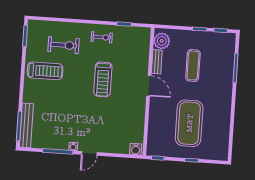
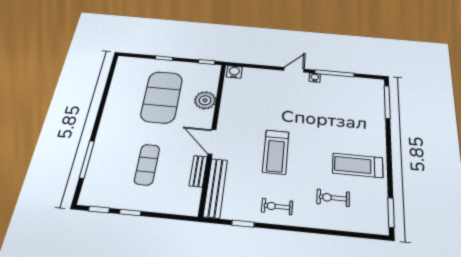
plant: (162, 41) -> (205, 100), moved
exercise bike: (64, 45) -> (333, 198), width x0.73, depth x0.72
treadmill: (103, 79) -> (276, 152), turned 180
bench: (26, 125) -> (215, 188), moved

